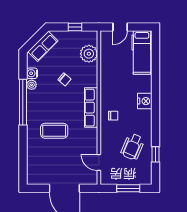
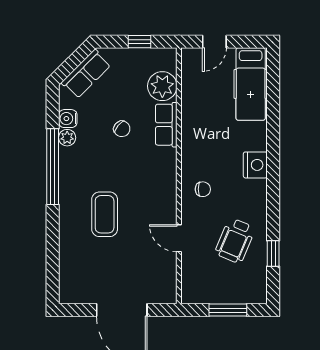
row of seats: (91, 108) -> (166, 125), moved, width x0.68
coffee table: (54, 131) -> (105, 214), turned 90
door: (99, 162) -> (179, 238), moved

